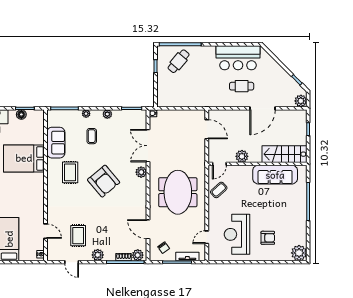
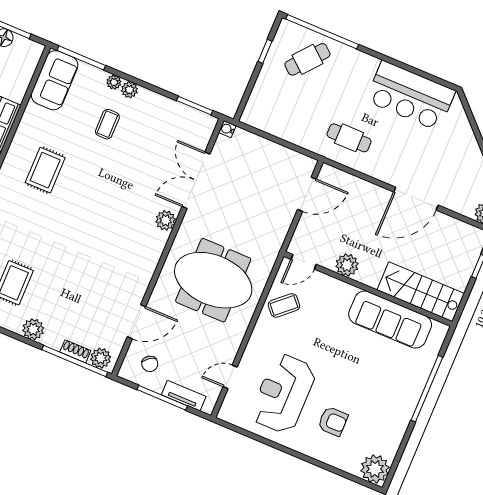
cafe table: (242, 86) -> (349, 138), moved
plant: (107, 114) -> (129, 90), moved
door: (207, 129) -> (307, 194), hinge flipped
sofa: (56, 143) -> (55, 80), moved
armchair: (104, 181) -> (96, 209), removed
meeting table: (178, 192) -> (213, 280), turned 90
door: (148, 229) -> (136, 322), swing flipped

